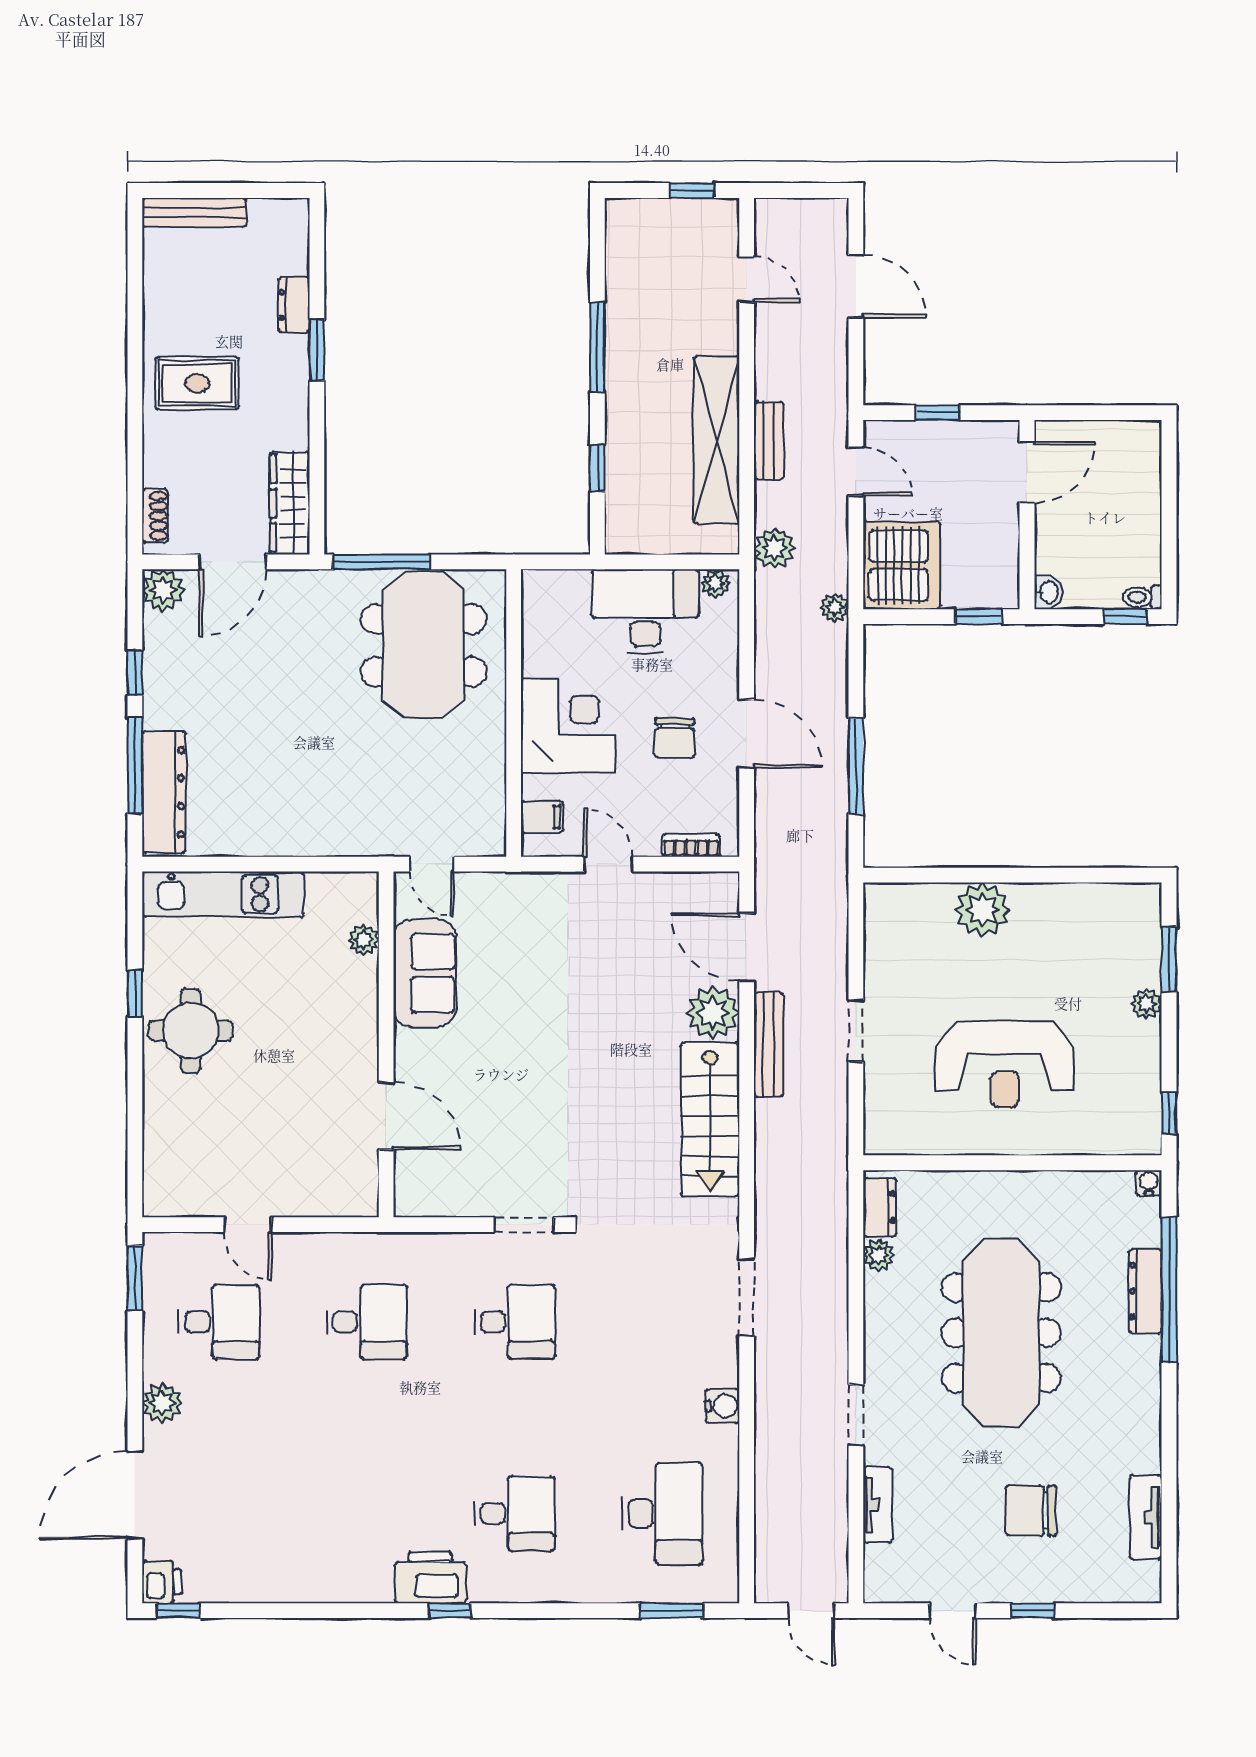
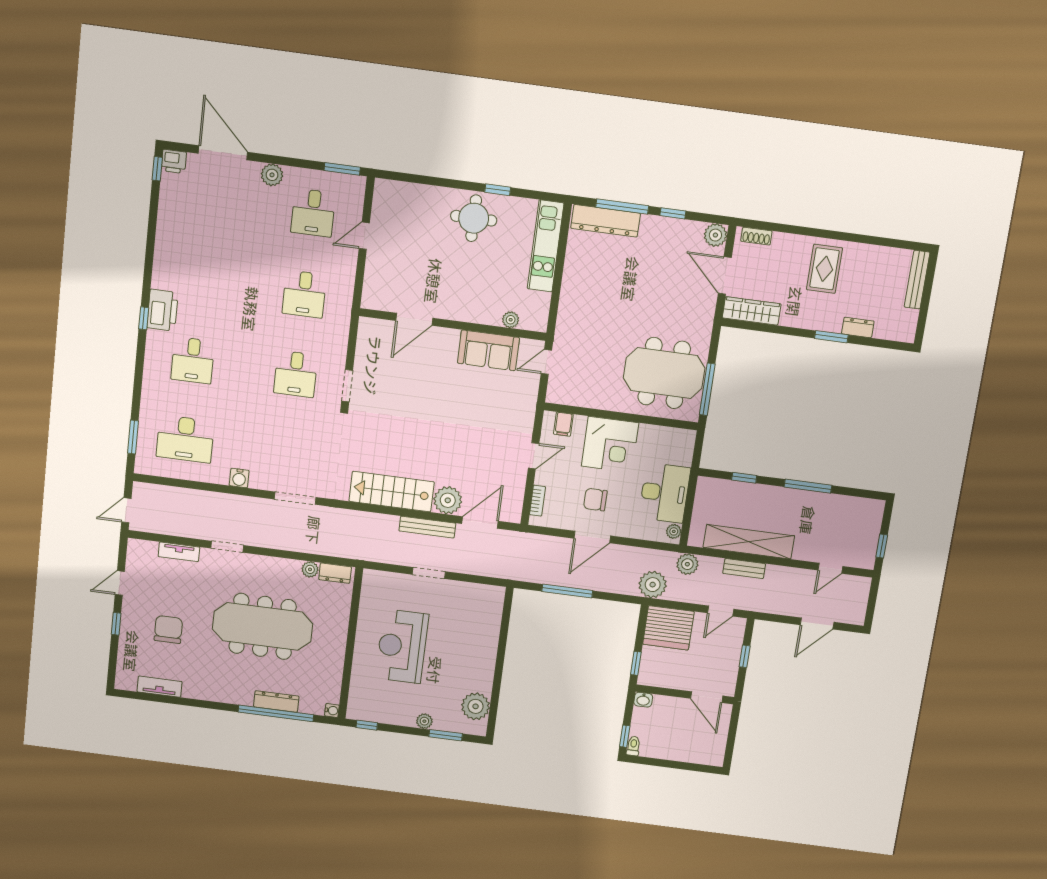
window: (381, 562) -> (707, 389), moved
plant: (834, 607) -> (653, 585), width x1.88, depth x1.88
plant: (983, 910) -> (476, 706), moved

